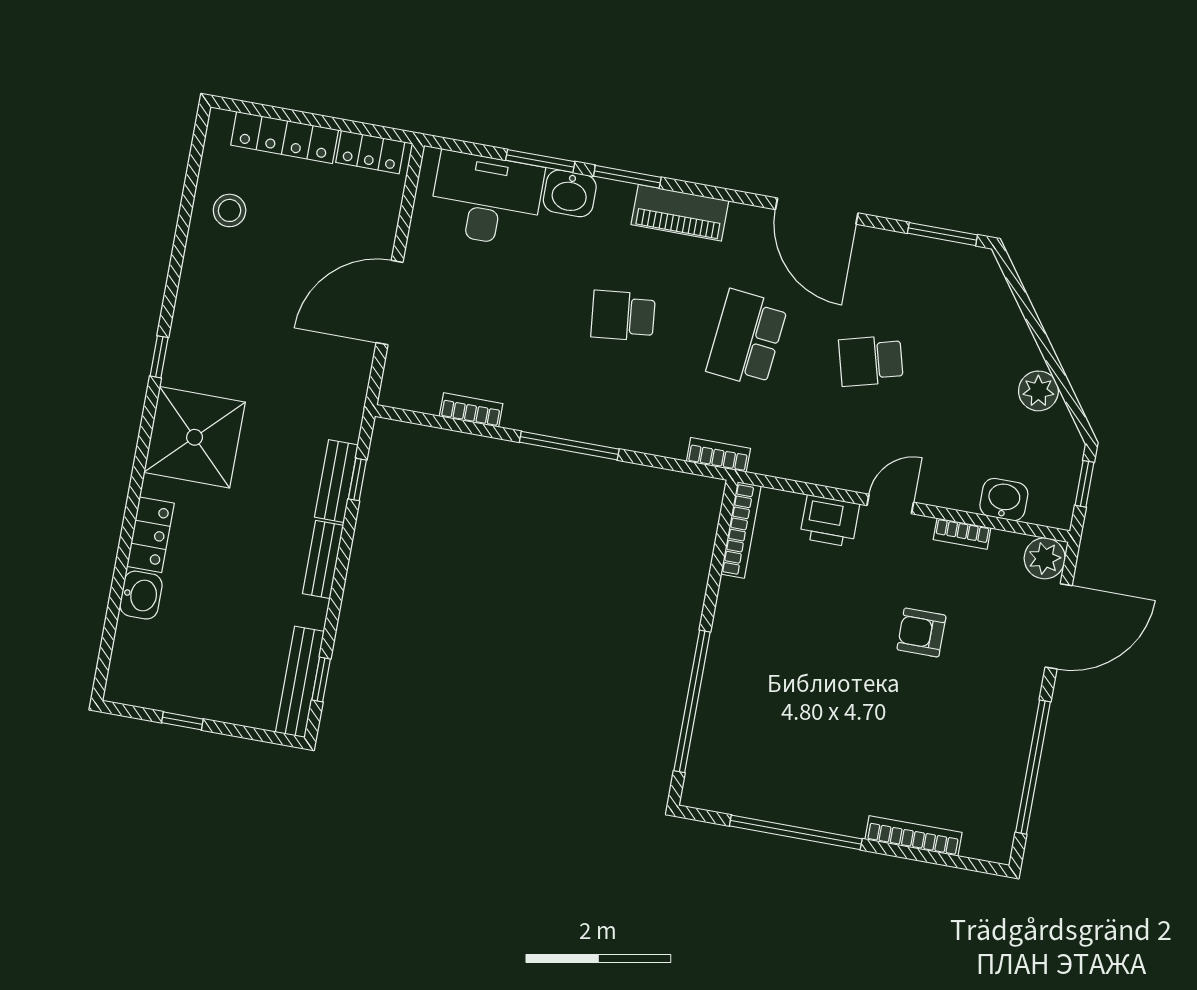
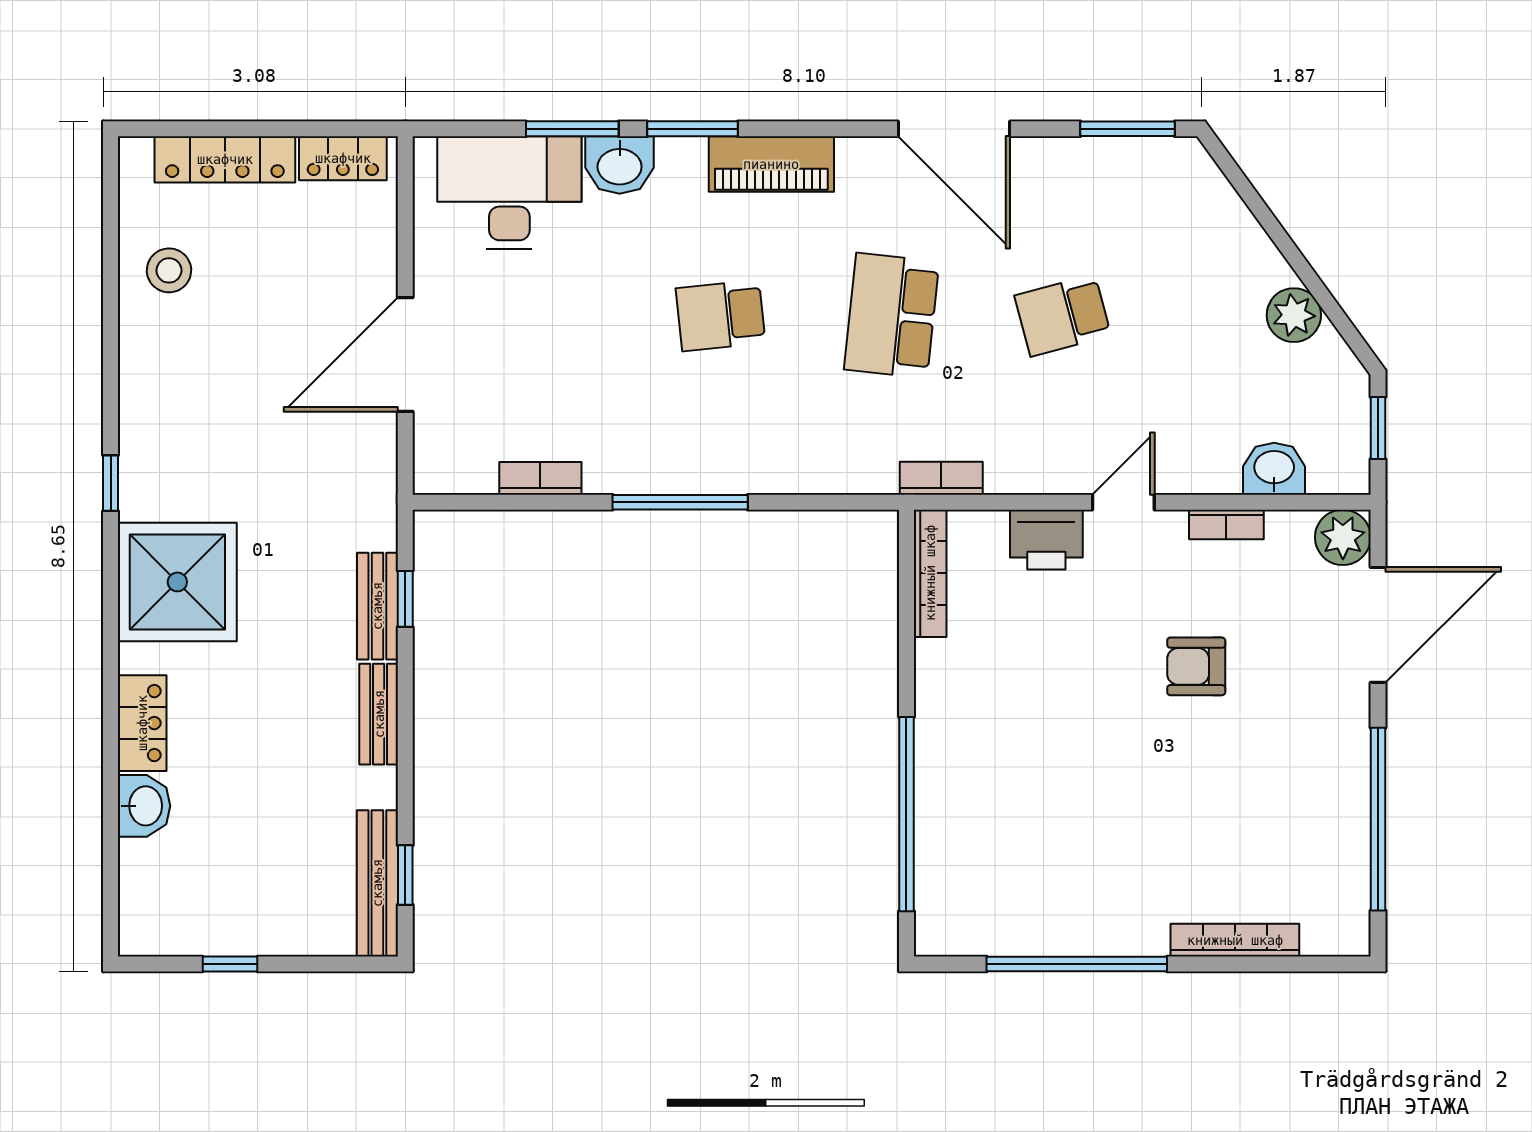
bookcase: (718, 455) -> (941, 478), moved

